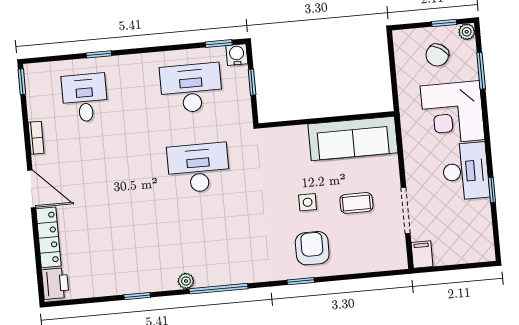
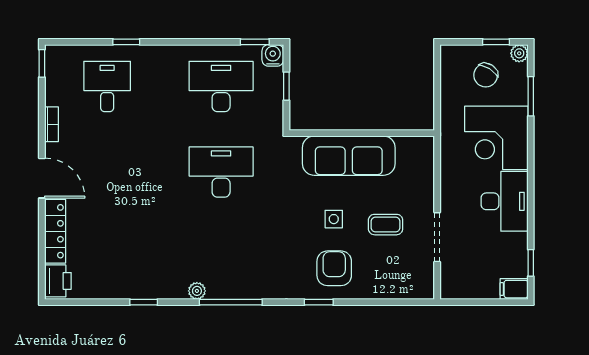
sofa: (353, 138) -> (349, 156), moved
window: (492, 190) -> (531, 263), moved
filing cabinet: (422, 254) -> (514, 289), moved, turned -90

